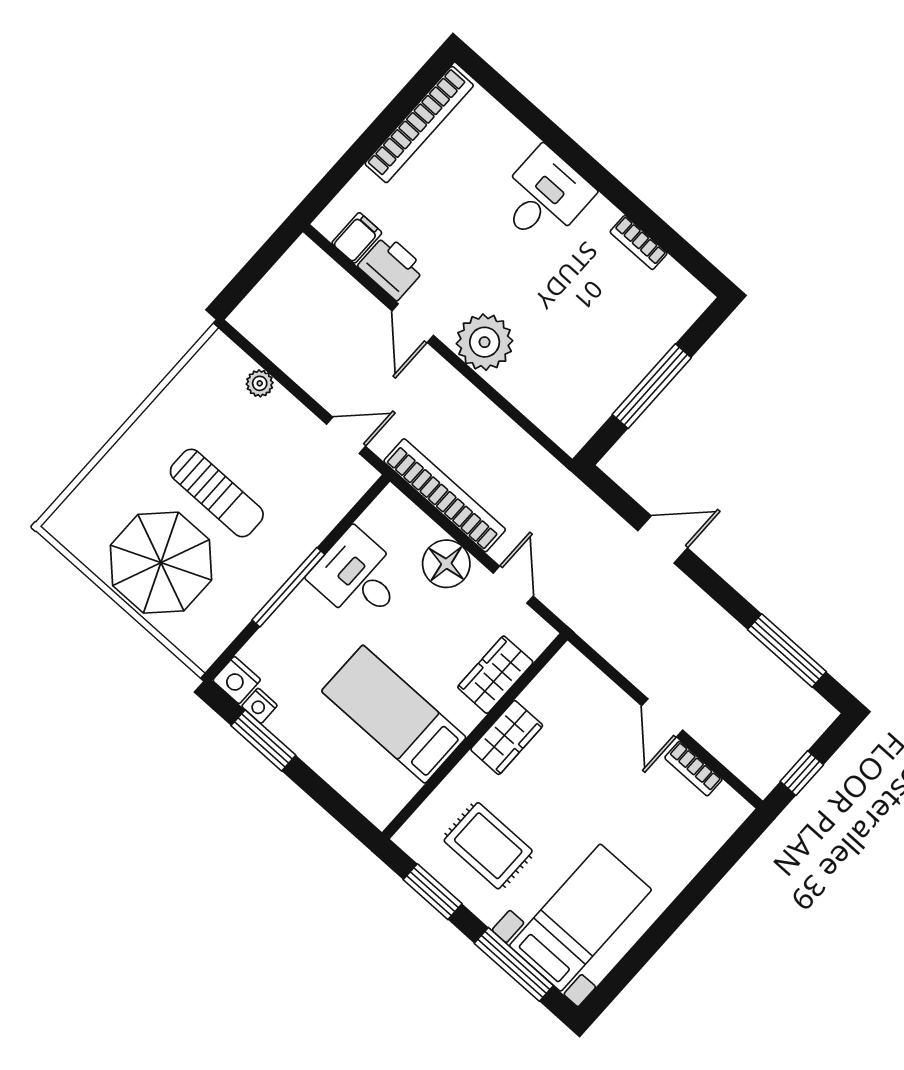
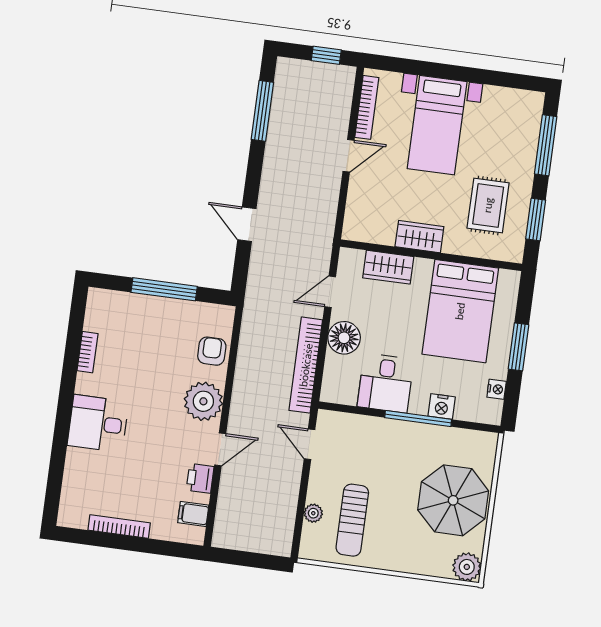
bookcase: (419, 125) -> (119, 526), width x0.68, depth x0.76
printer: (392, 267) -> (200, 478), width x0.73, depth x0.81
armchair: (538, 393) -> (212, 351), added
sun lounger: (217, 493) -> (352, 520), moved, turned 180
plant: (69, 525) -> (467, 567), added
nightstand: (237, 680) -> (442, 406), moved, turned 90
bed: (394, 714) -> (460, 311), width x1.50
window: (263, 740) -> (518, 347), moved
bookcase: (693, 769) -> (367, 107), width x1.56
bed with nightstands: (580, 918) -> (437, 125), moved, turned -90

